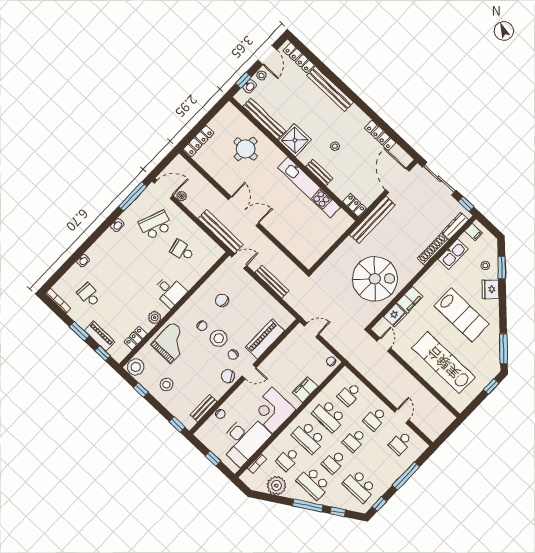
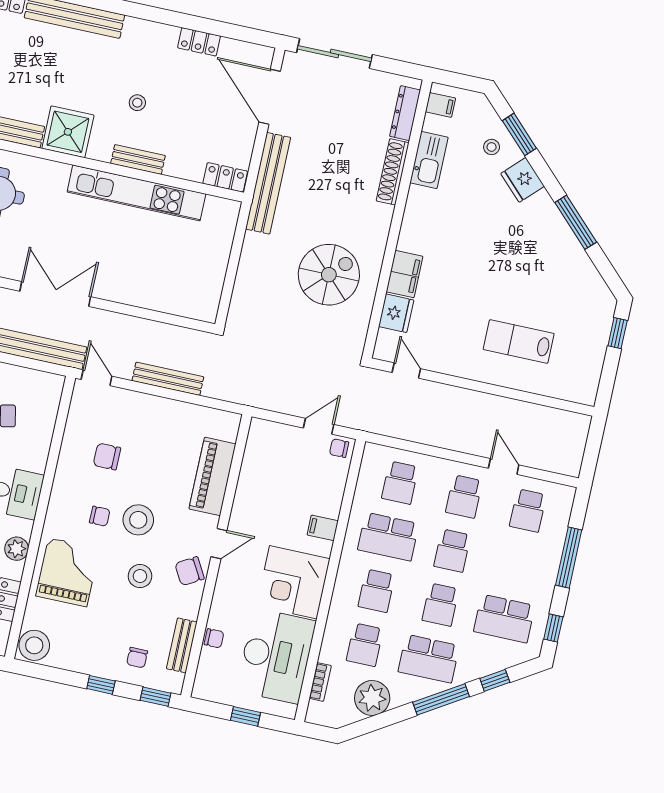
locker: (380, 135) -> (199, 42), width x0.66
window: (466, 204) -> (401, 68), removed
door: (239, 261) -> (97, 378), hinge flipped
spiral stairs: (375, 279) -> (329, 275), width x0.73, depth x0.73
lab bench: (462, 315) -> (501, 248), removed
door: (311, 330) -> (319, 426), moved
window: (504, 349) -> (576, 222), moved
chair: (233, 355) -> (137, 658), moved
lab bench: (443, 363) -> (519, 341), width x0.54, depth x0.72
stool: (167, 384) -> (140, 576), moved
filing cabinet: (305, 389) -> (323, 528), width x0.50
window: (141, 390) -> (101, 685), moved
school desk: (308, 437) -> (377, 591), width x0.54

